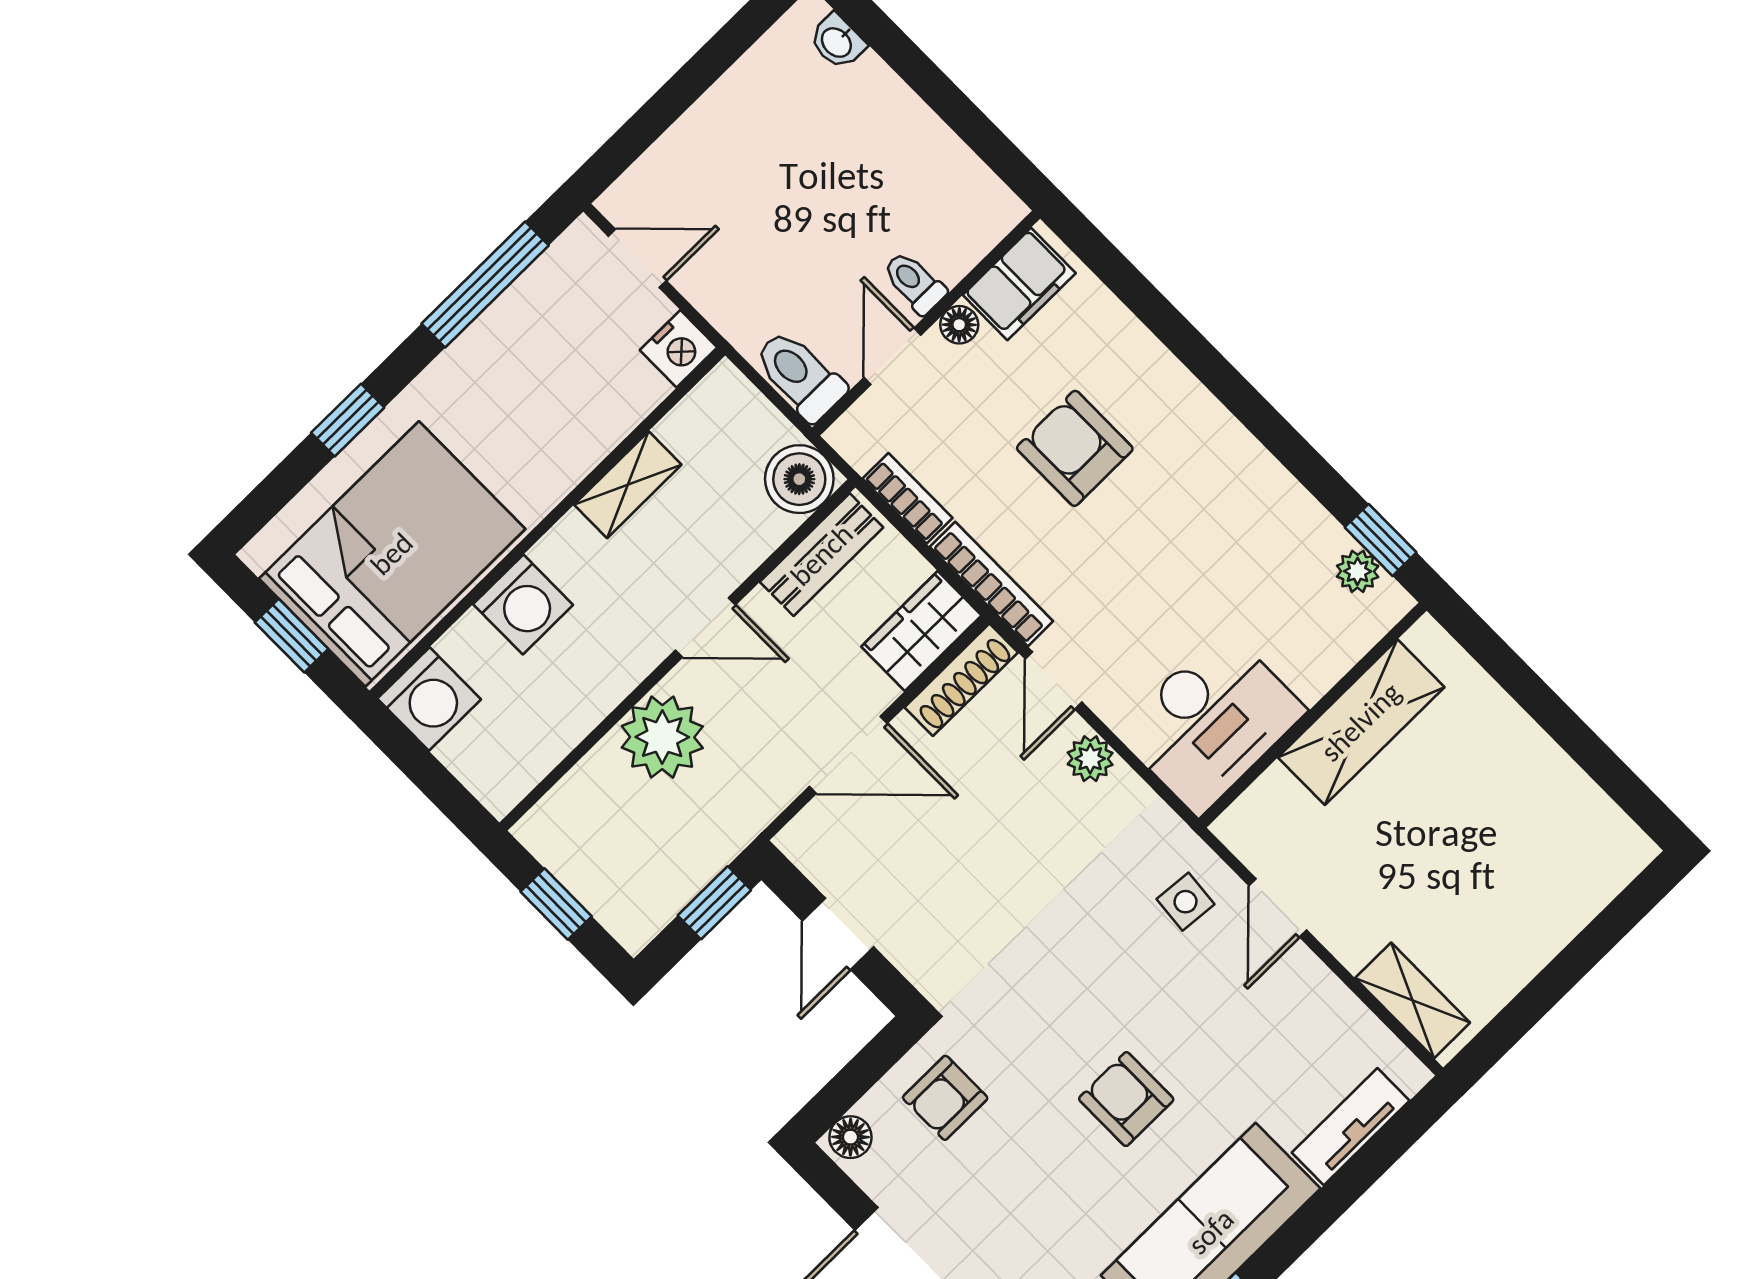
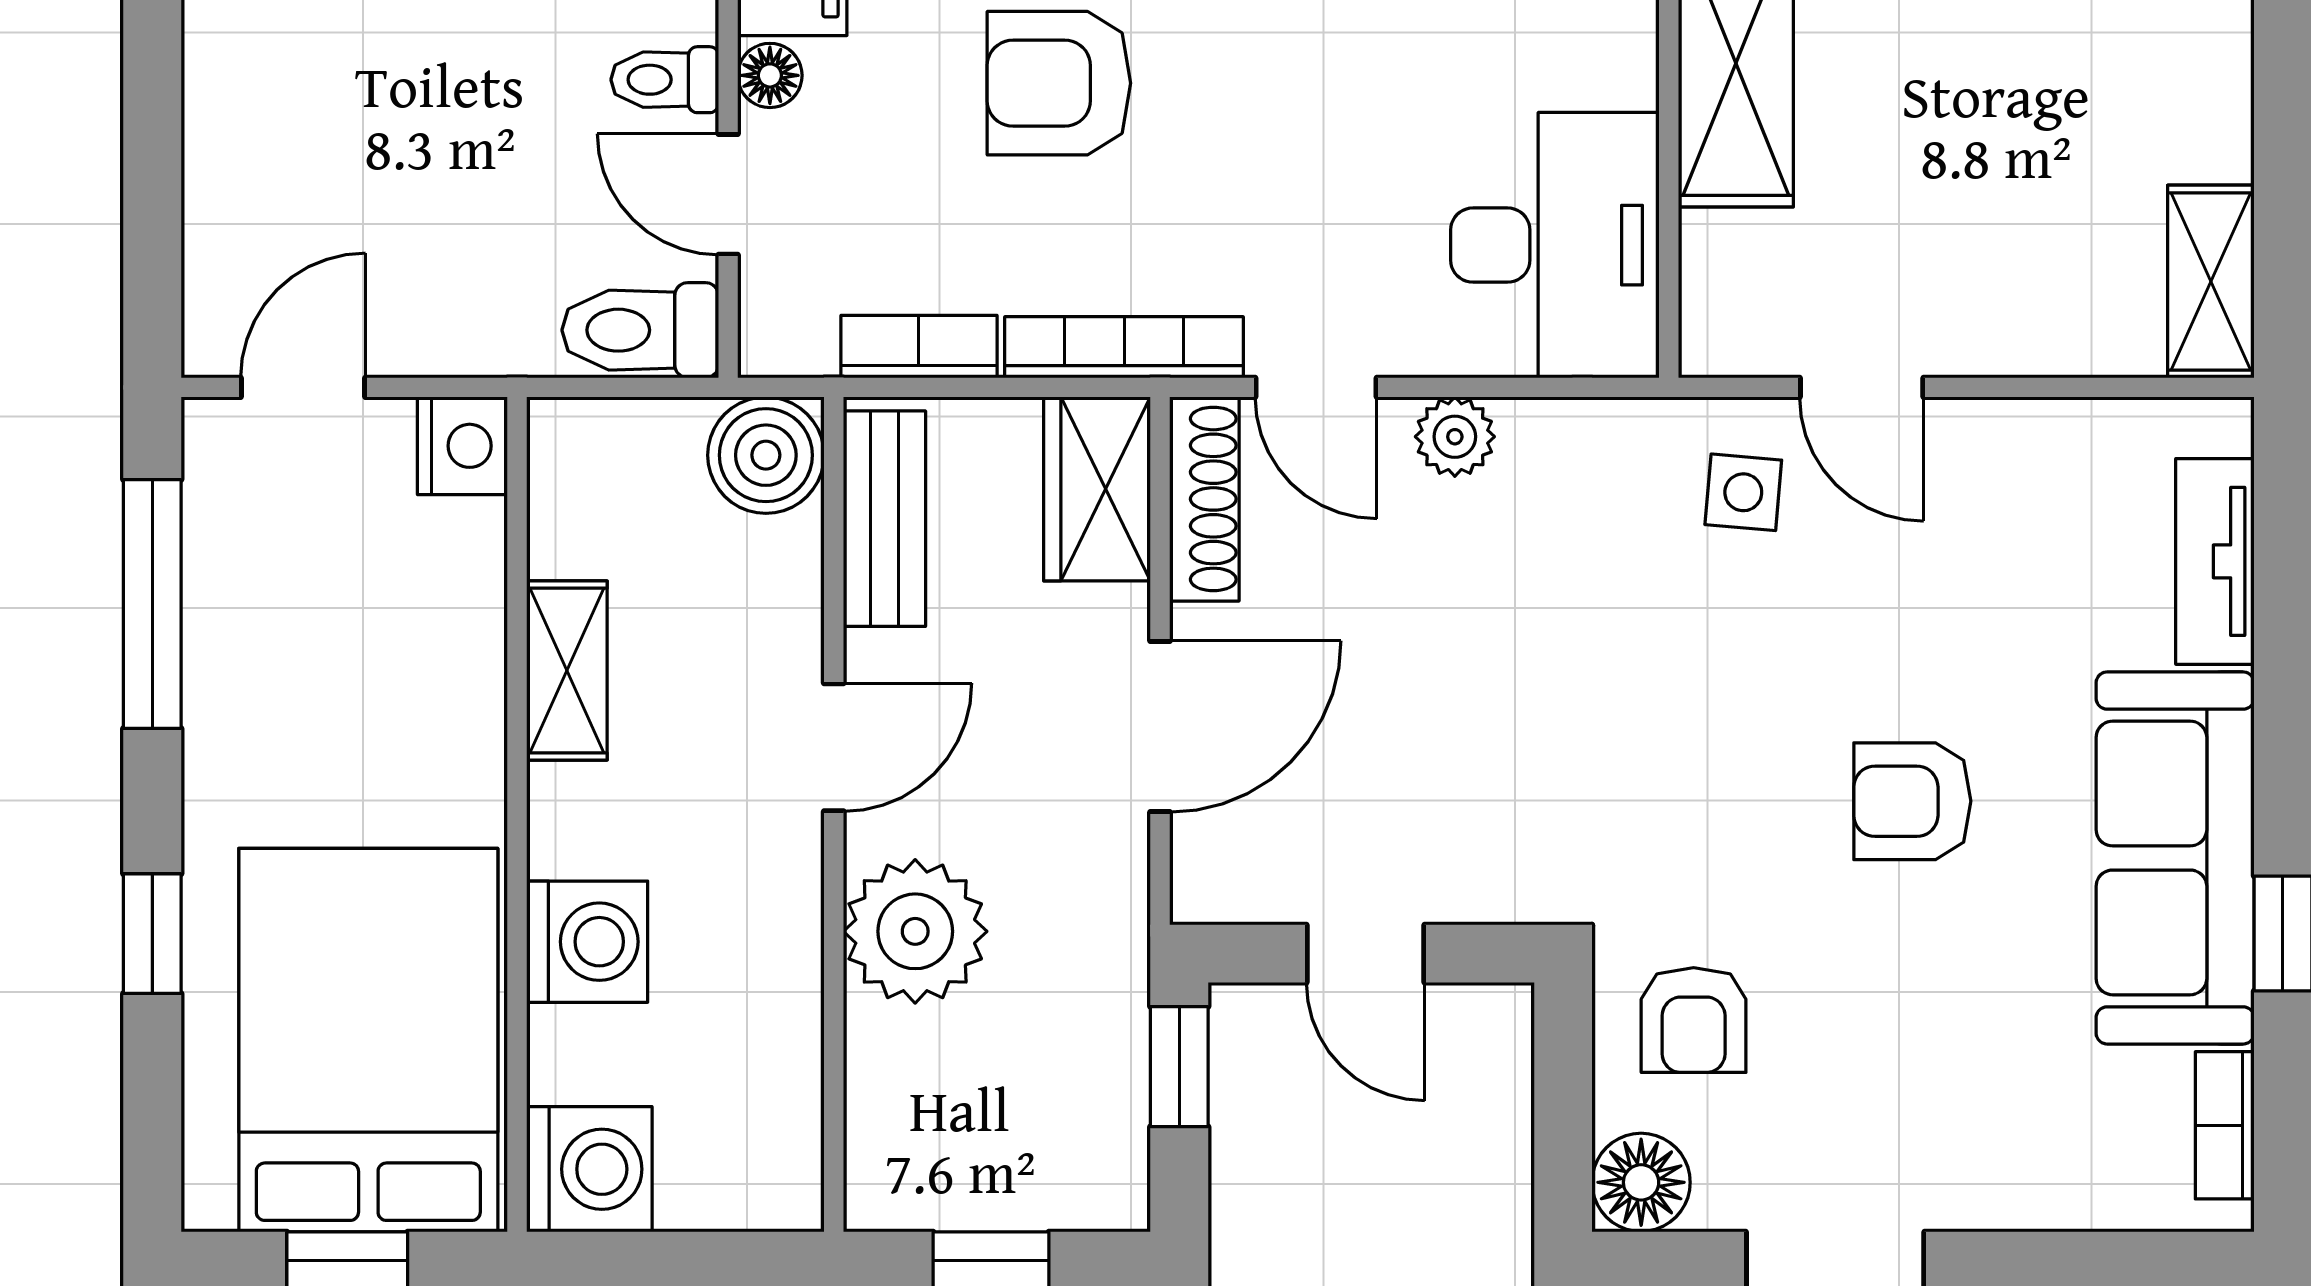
shelving: (1413, 1000) -> (2211, 281), moved, turned 90
floor lamp: (850, 1137) -> (1641, 1182), width x1.37, depth x1.37

